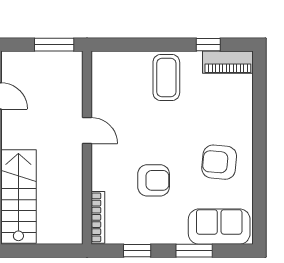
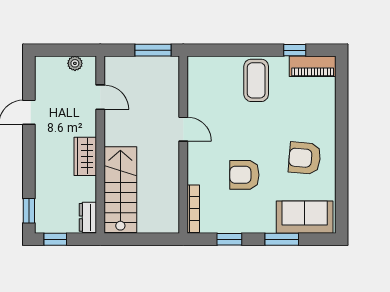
armchair: (154, 180) -> (244, 175), turned 180

